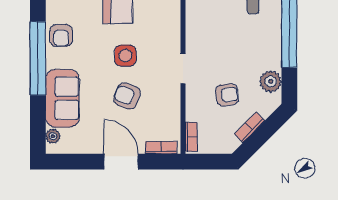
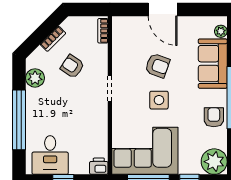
armchair: (227, 95) -> (72, 66), turned 41
bookcase: (161, 148) -> (129, 22), removed

